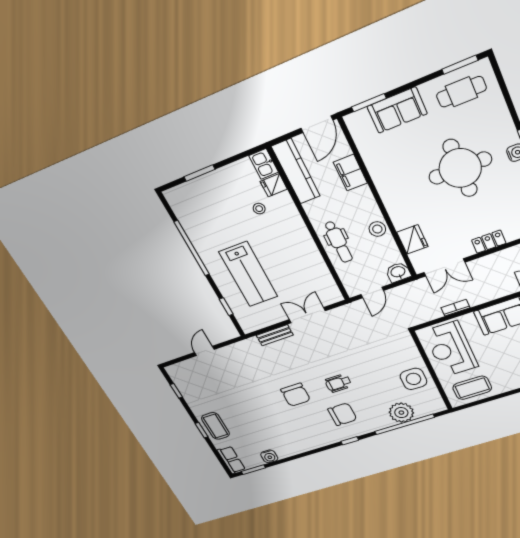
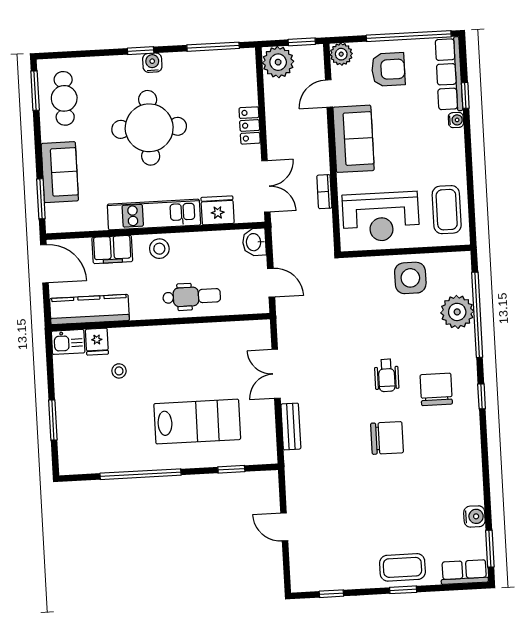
kitchen unit: (391, 195) -> (154, 215), added
stool: (377, 229) -> (159, 249), moved

